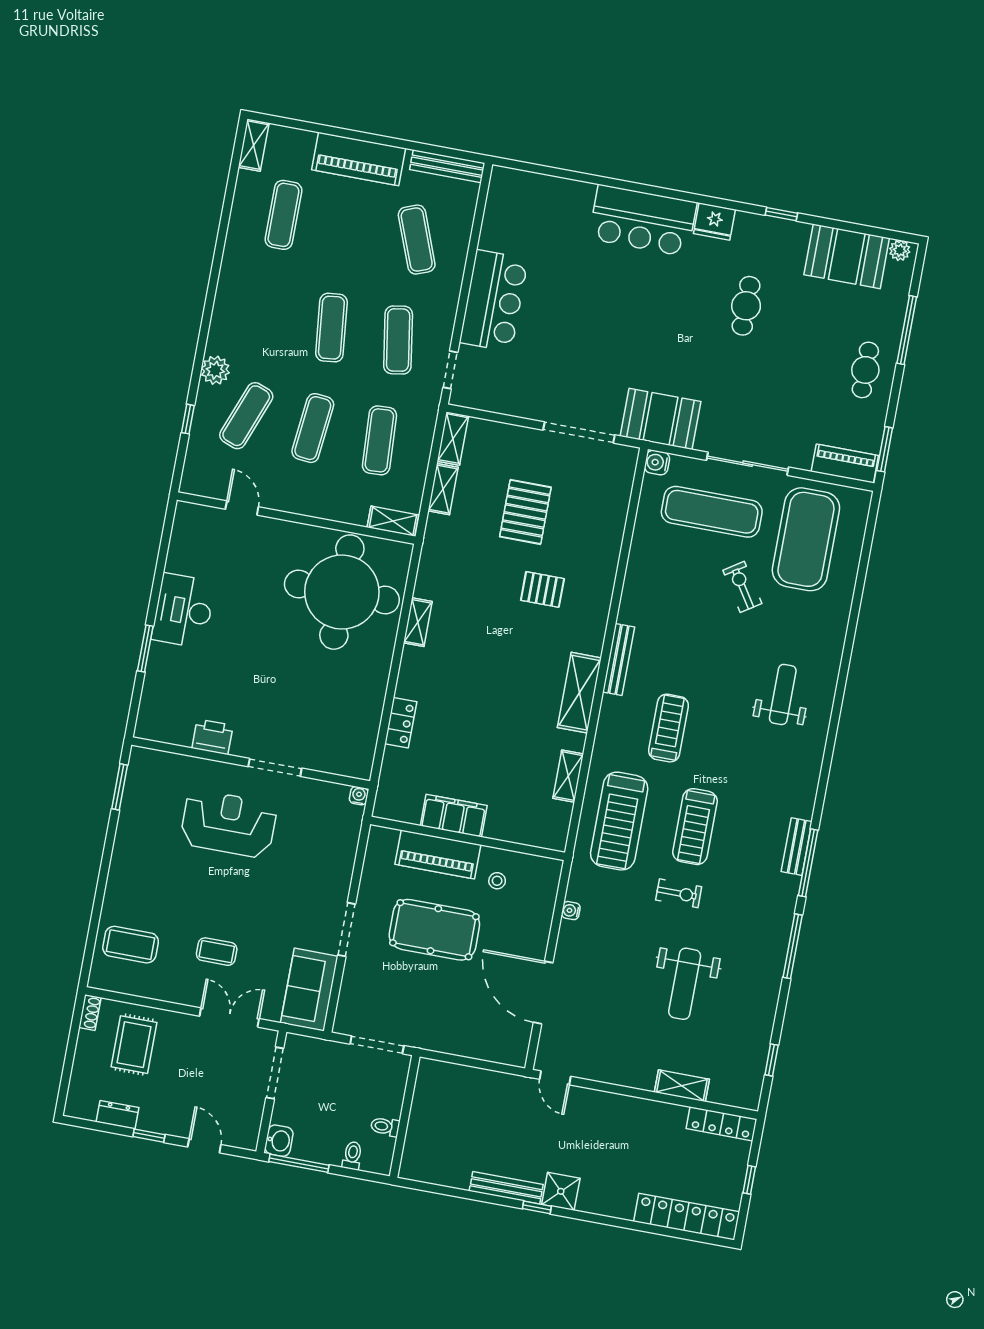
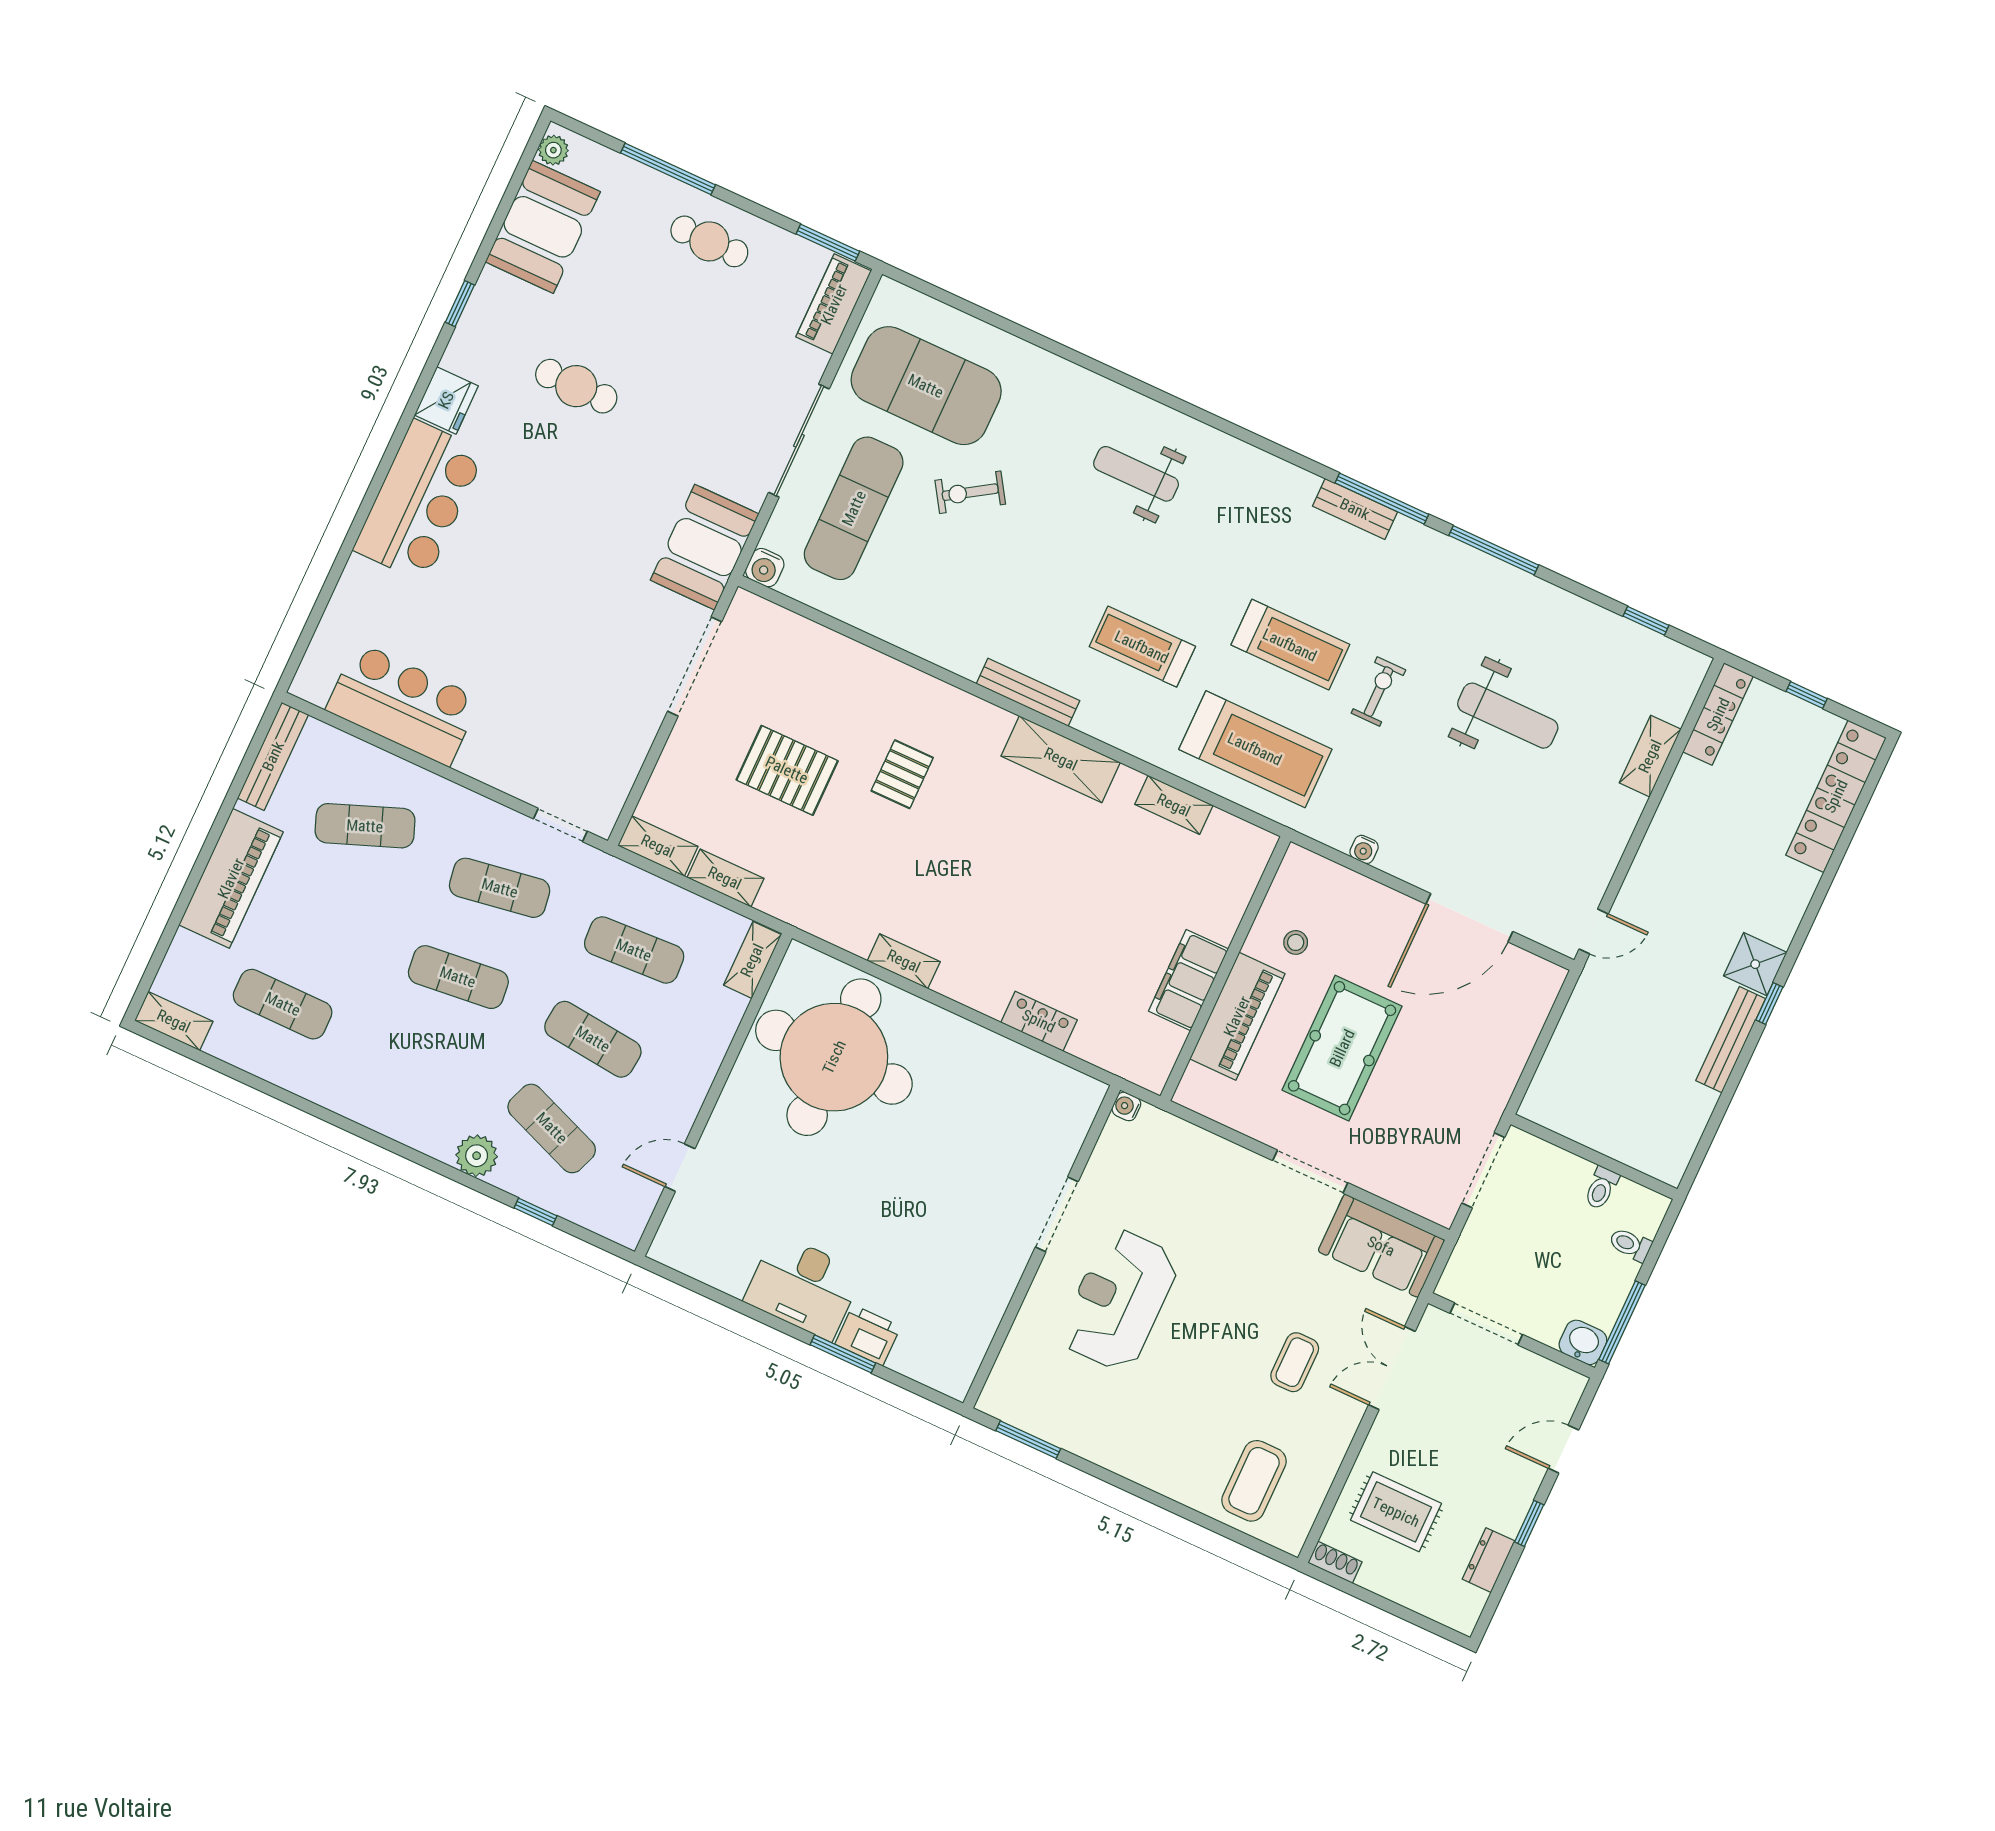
bar counter: (494, 301) -> (403, 704), moved
printer: (212, 737) -> (868, 1335), moved, turned 90

